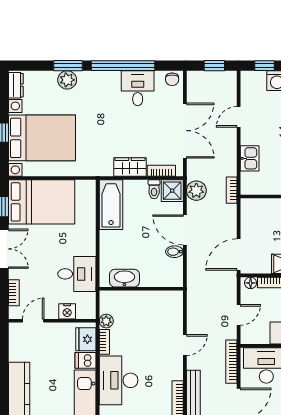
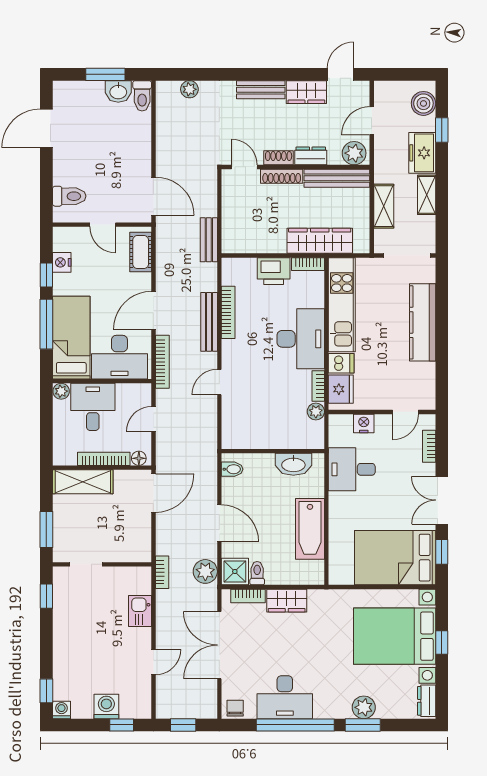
desk: (138, 88) -> (285, 697), width x1.37
bathtub: (111, 205) -> (310, 529), moved
bidet: (174, 252) -> (232, 469), moved

